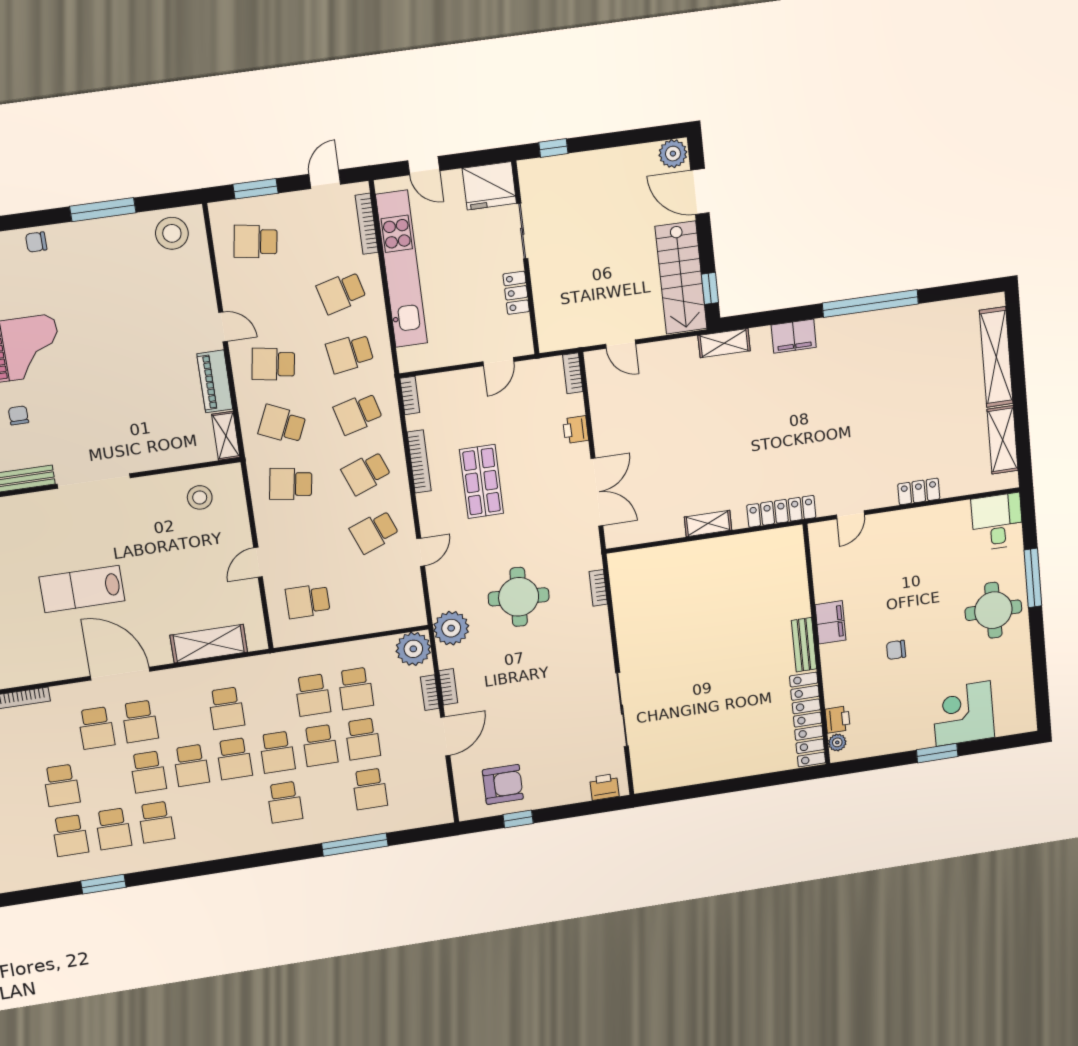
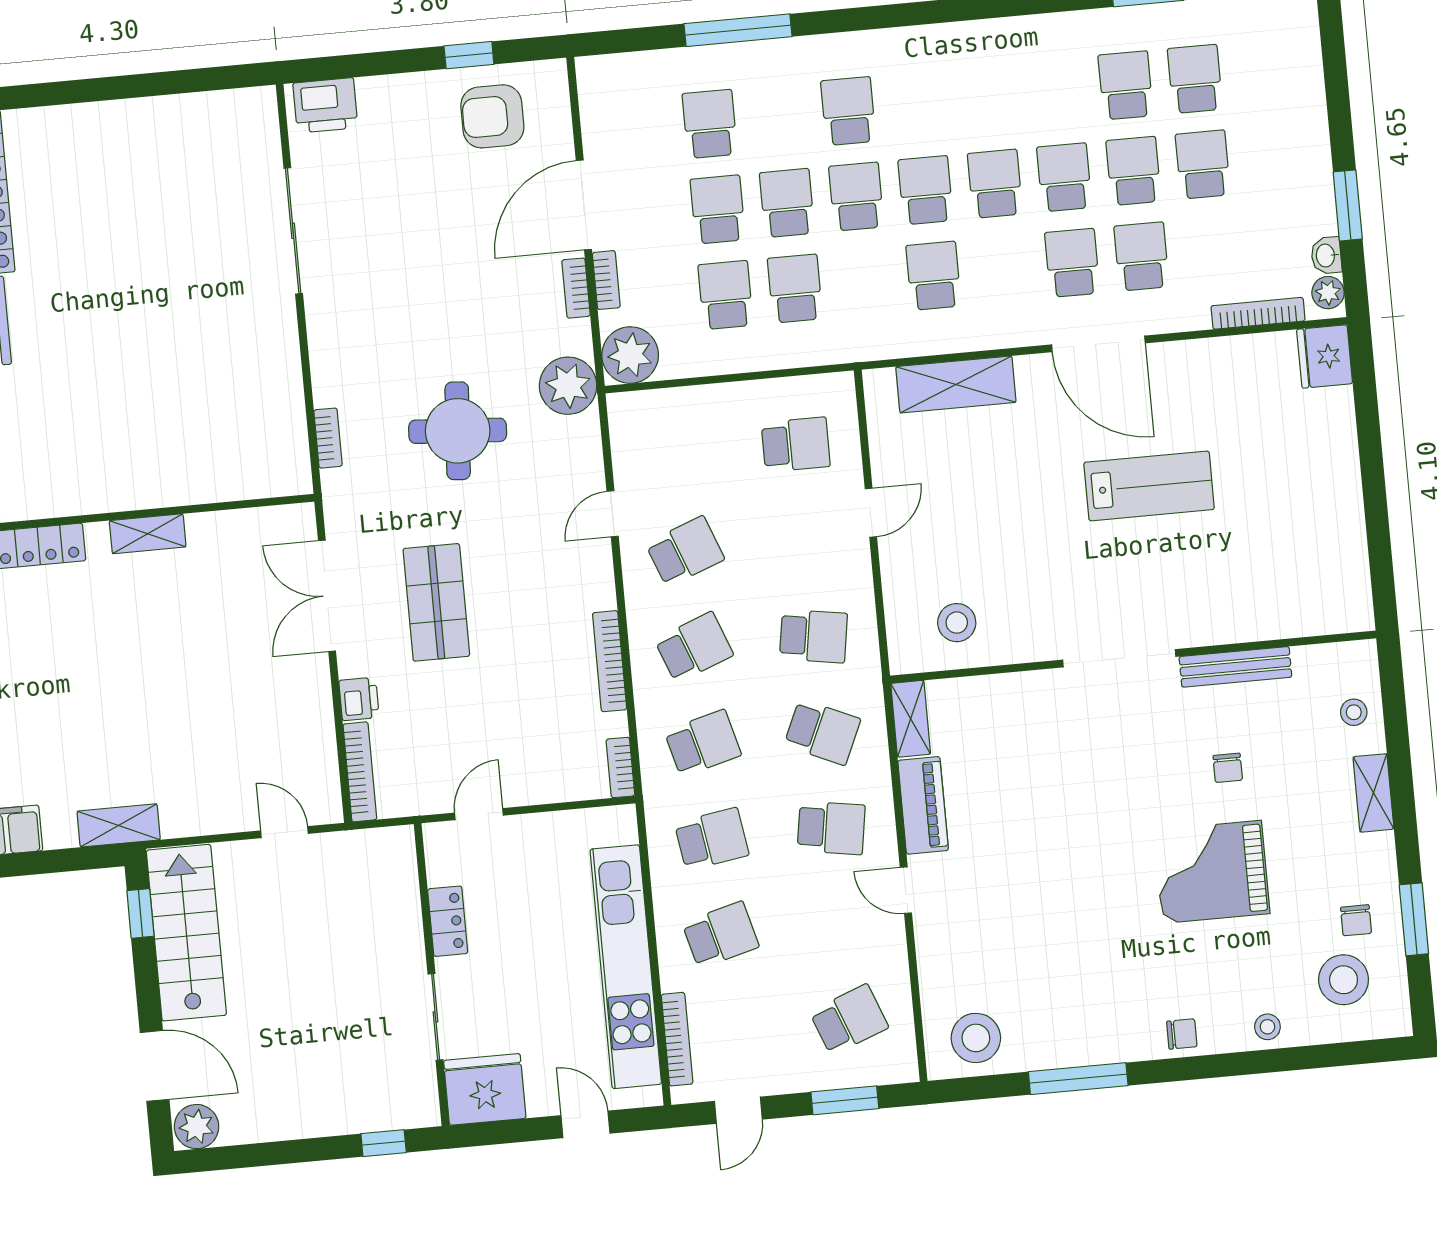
school desk: (256, 241) -> (849, 1020), turned -30
bookcase: (573, 373) -> (360, 772), width x1.56
shop shelf: (482, 482) -> (436, 602), moved
door: (445, 736) -> (584, 205), width x1.36
printer: (604, 787) -> (325, 105), width x1.36, depth x1.24
school desk: (156, 822) -> (1134, 171), moved

